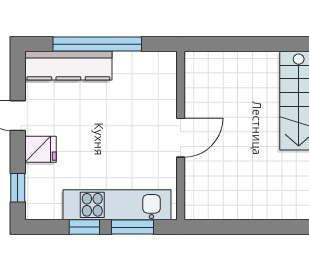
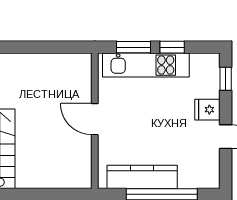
kitchen counter: (68, 66) -> (142, 177), moved
door: (181, 138) -> (95, 119), hinge flipped

